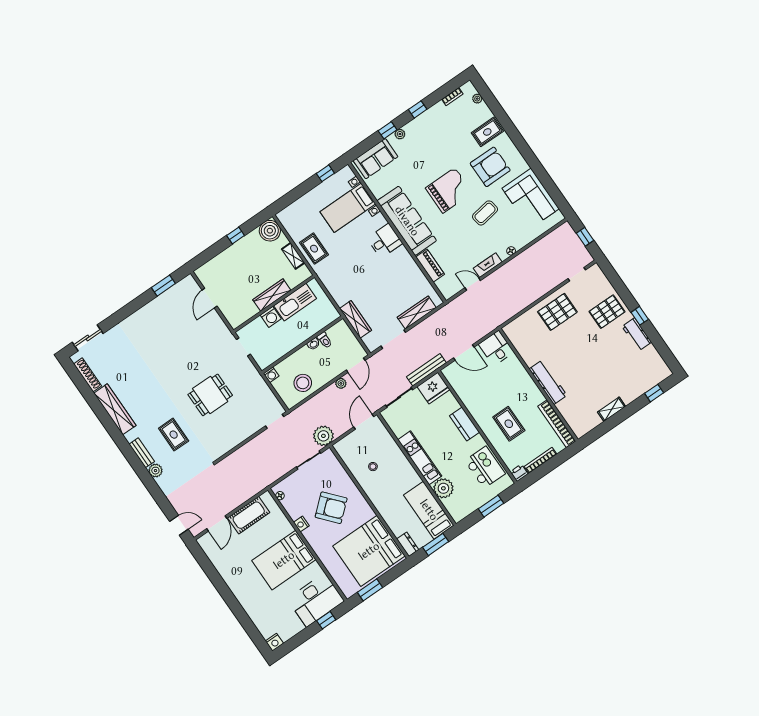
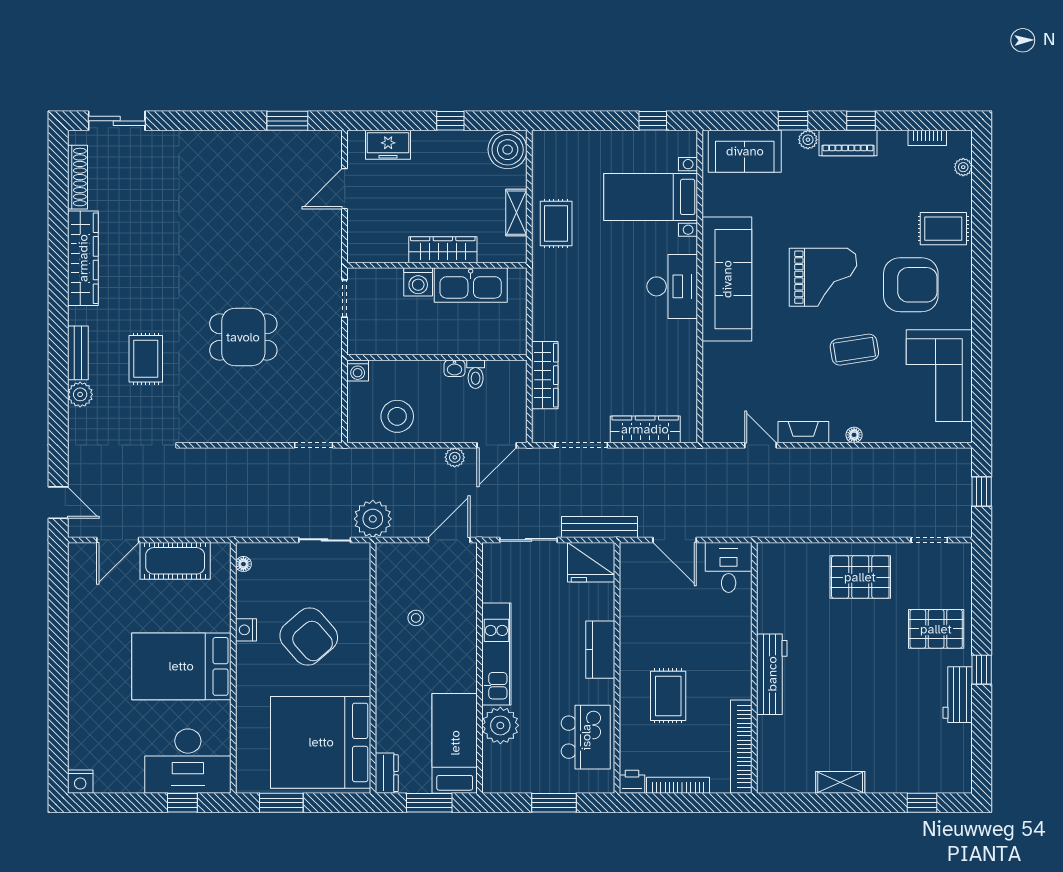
desk: (385, 241) -> (672, 286), width x1.37
freezer: (215, 265) -> (388, 145), added
piano: (430, 266) -> (848, 143), moved, turned 90

